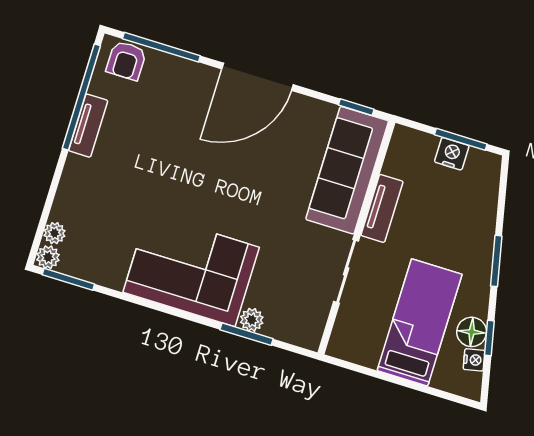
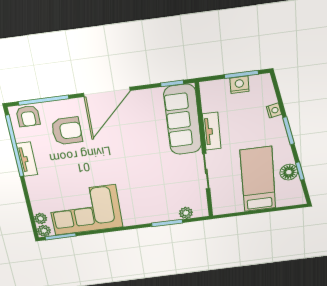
armchair: (170, 109) -> (67, 131), added
corner sofa: (191, 270) -> (85, 210), moved
plant: (252, 320) -> (186, 213), moved
nightstand: (474, 360) -> (274, 110), moved

